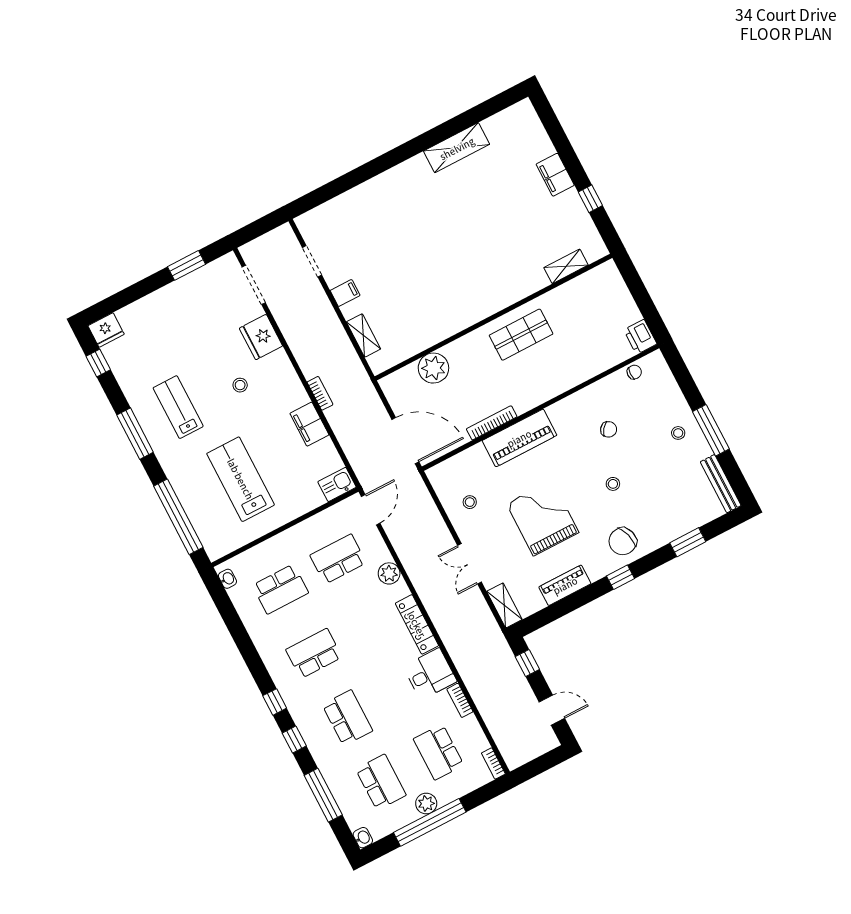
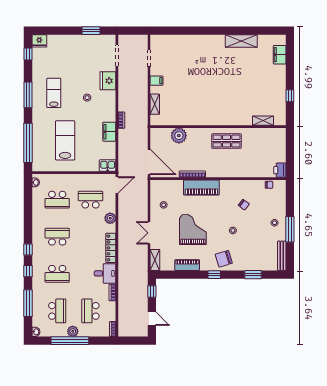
filing cabinet: (555, 175) -> (280, 55), moved
school desk: (347, 718) -> (57, 274), turned 90

